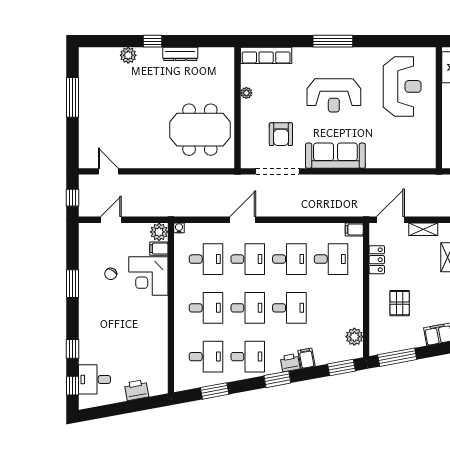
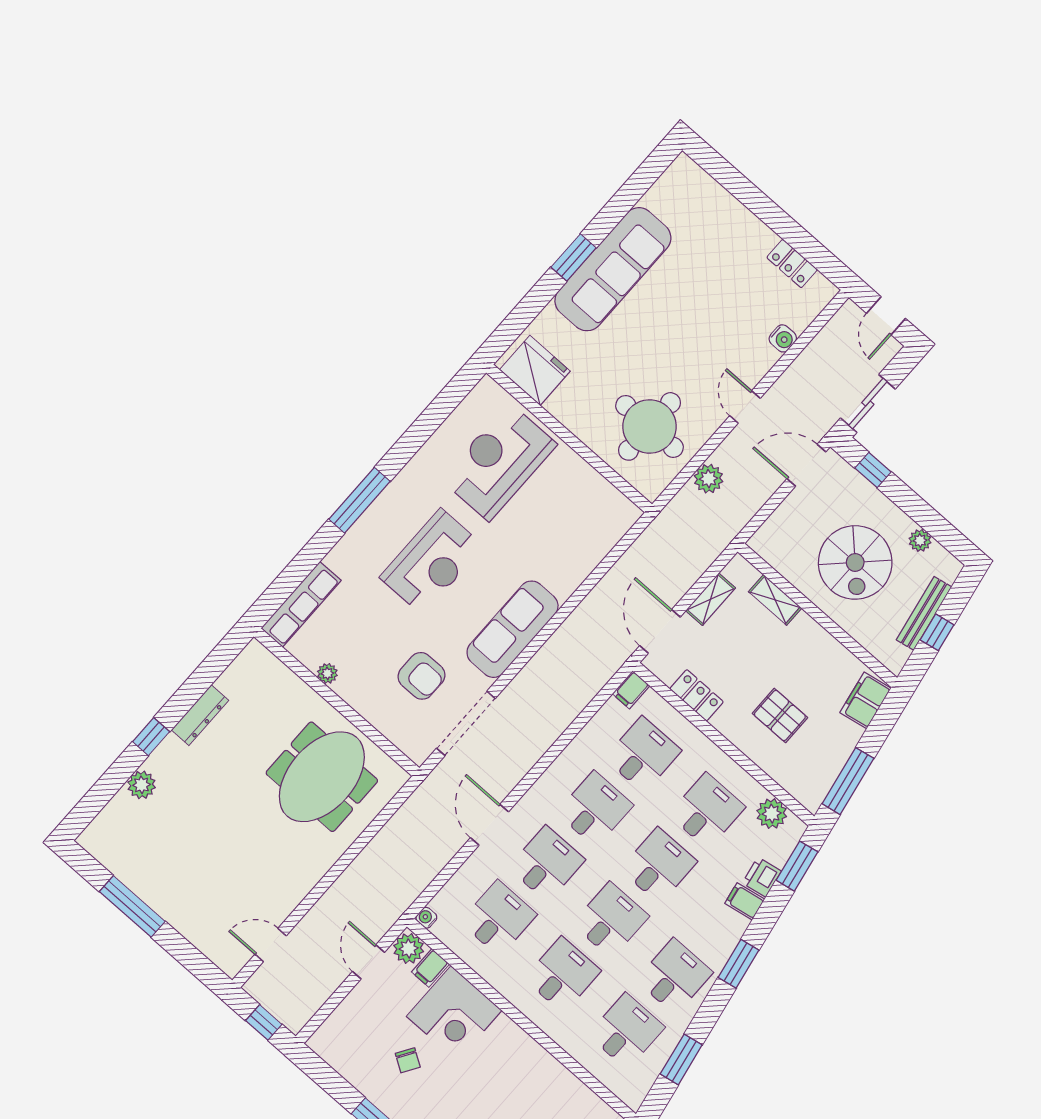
reception desk: (402, 86) -> (499, 462), turned -90
door: (111, 220) -> (369, 962), moved
desk: (331, 308) -> (707, 811), added
printer: (290, 363) -> (762, 877), moved

